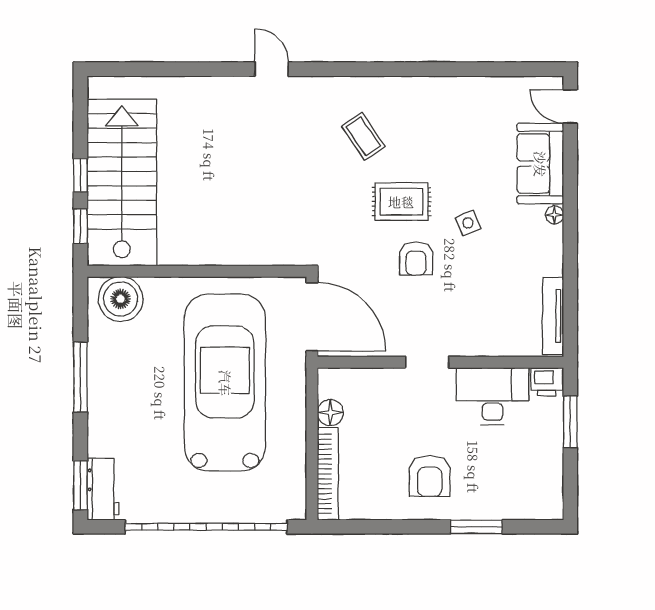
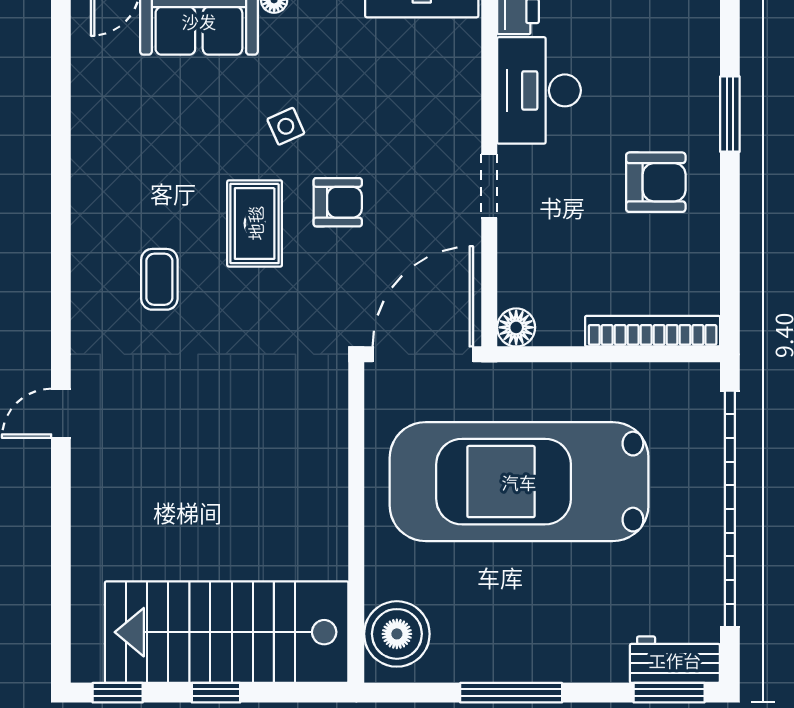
coffee table: (363, 136) -> (159, 279), turned -56
window: (80, 226) -> (118, 693), moved
floor lamp: (330, 413) -> (516, 327), moved

